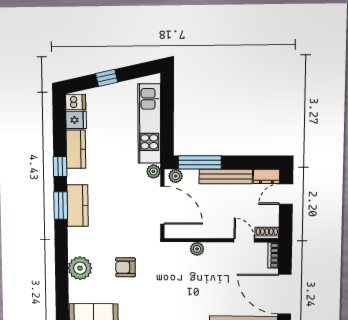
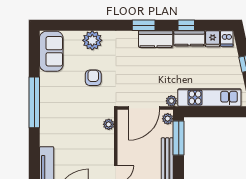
window: (60, 166) -> (186, 25), moved
kitchen counter: (78, 205) -> (156, 39), moved
plant: (197, 249) -> (109, 124), moved

